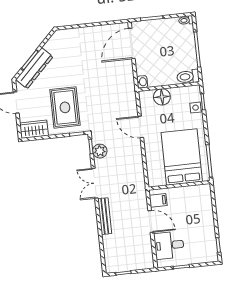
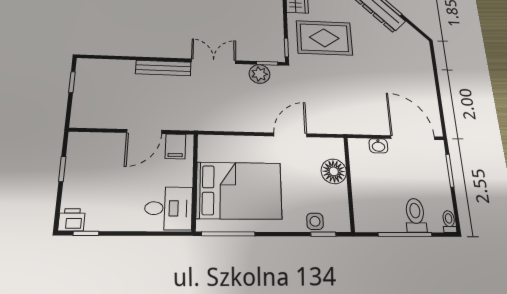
toilet: (188, 77) -> (415, 215), moved
washbasin: (142, 82) -> (378, 146), moved
desk: (169, 245) -> (168, 208), moved, turned 90
printer: (211, 255) -> (72, 220), added

